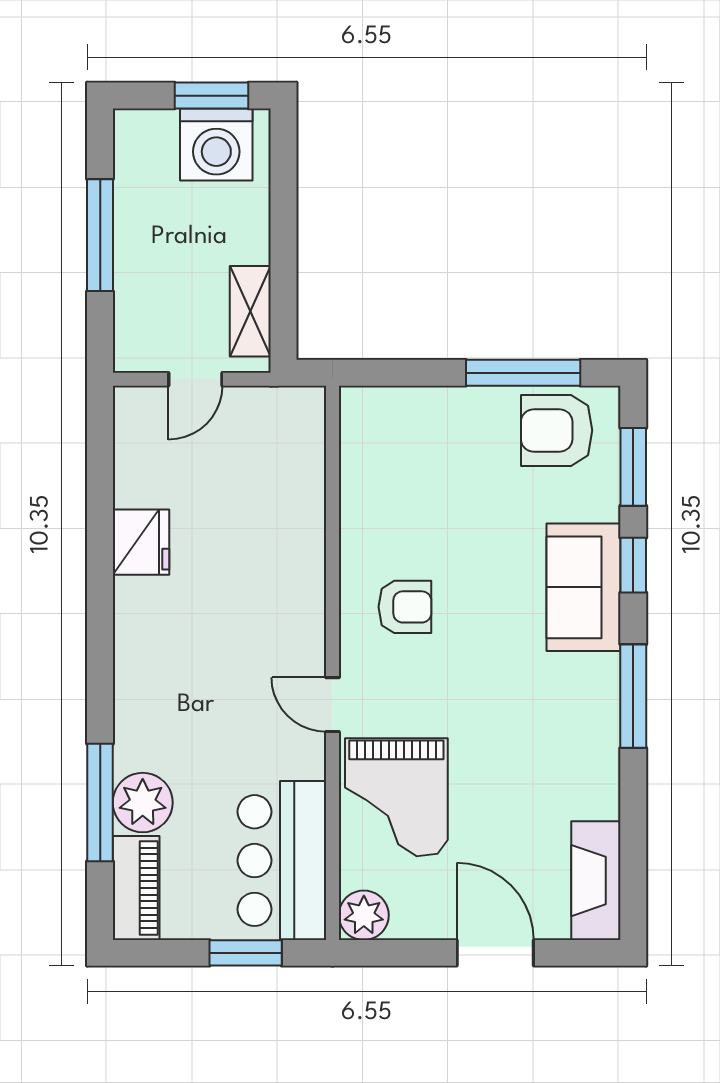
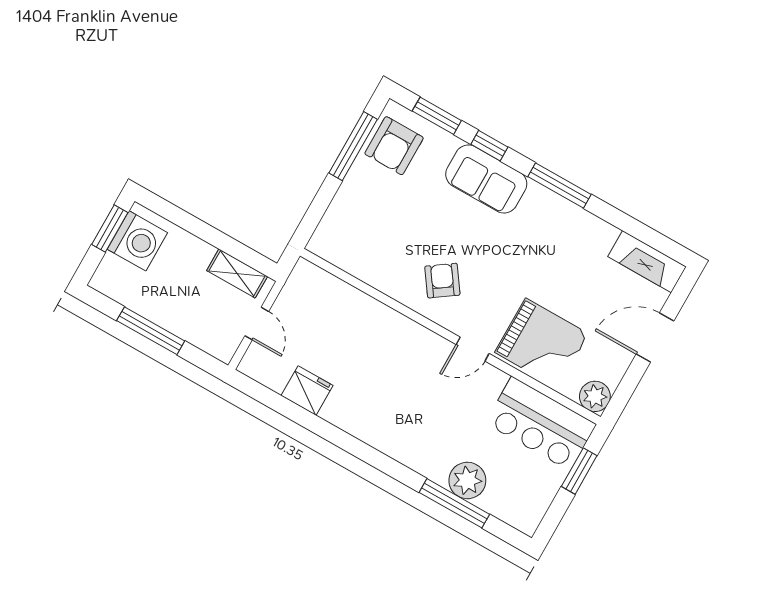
fridge: (141, 542) -> (307, 391), moved
armchair: (405, 607) -> (442, 281), turned -35
piano: (136, 888) -> (511, 510), removed

